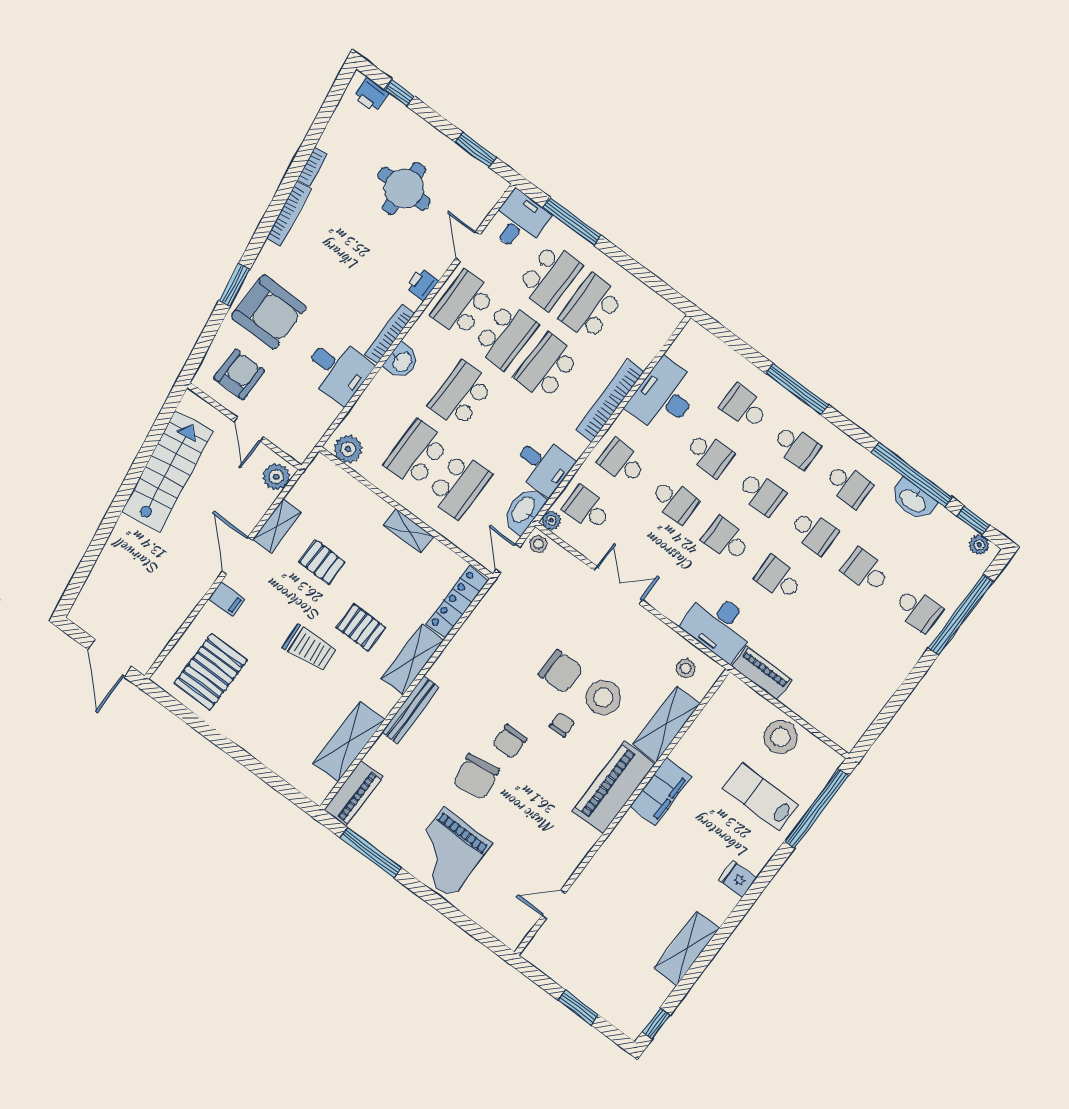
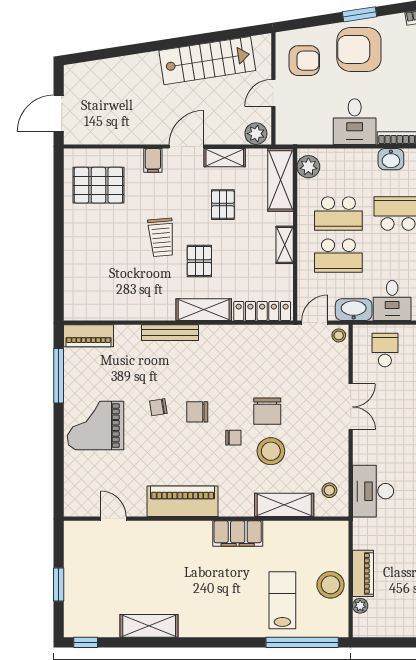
armchair: (269, 312) -> (359, 49), turned 89
school desk: (417, 454) -> (338, 214), turned 180
plant: (551, 520) -> (360, 606), moved
piano: (762, 673) -> (363, 573), moved
shelving: (349, 742) -> (281, 180), moved, turned 90
chair: (476, 777) -> (158, 407), width x0.54, depth x0.54
piano: (614, 787) -> (183, 501), moved
fridge: (738, 879) -> (218, 625), removed

